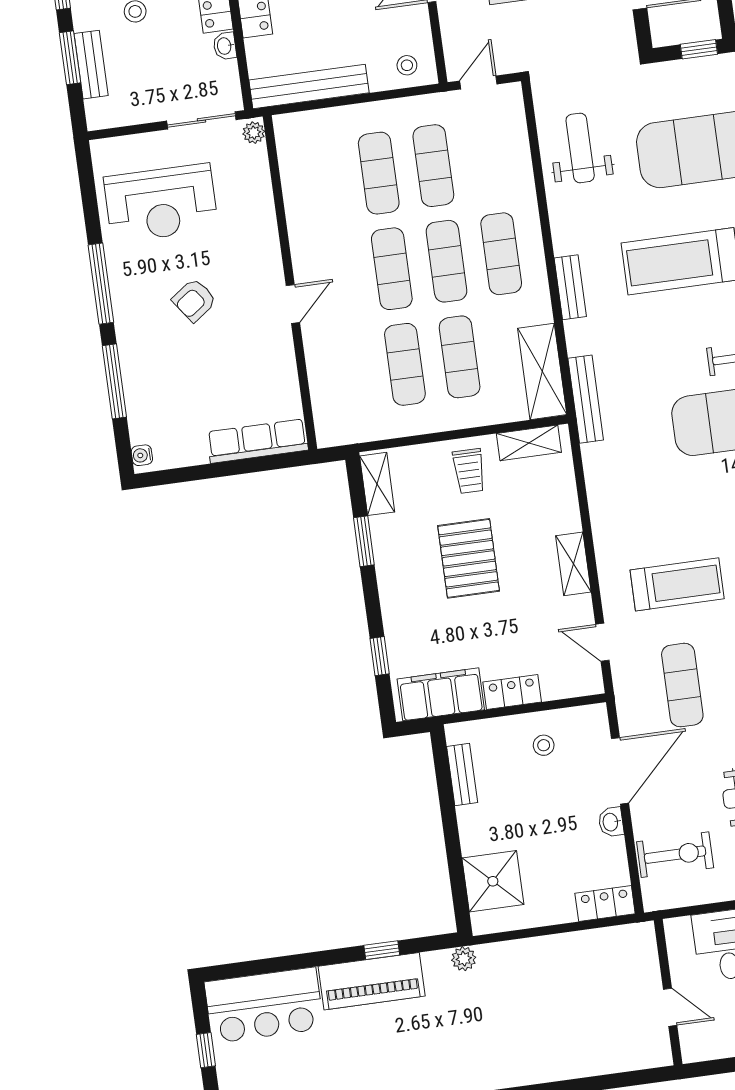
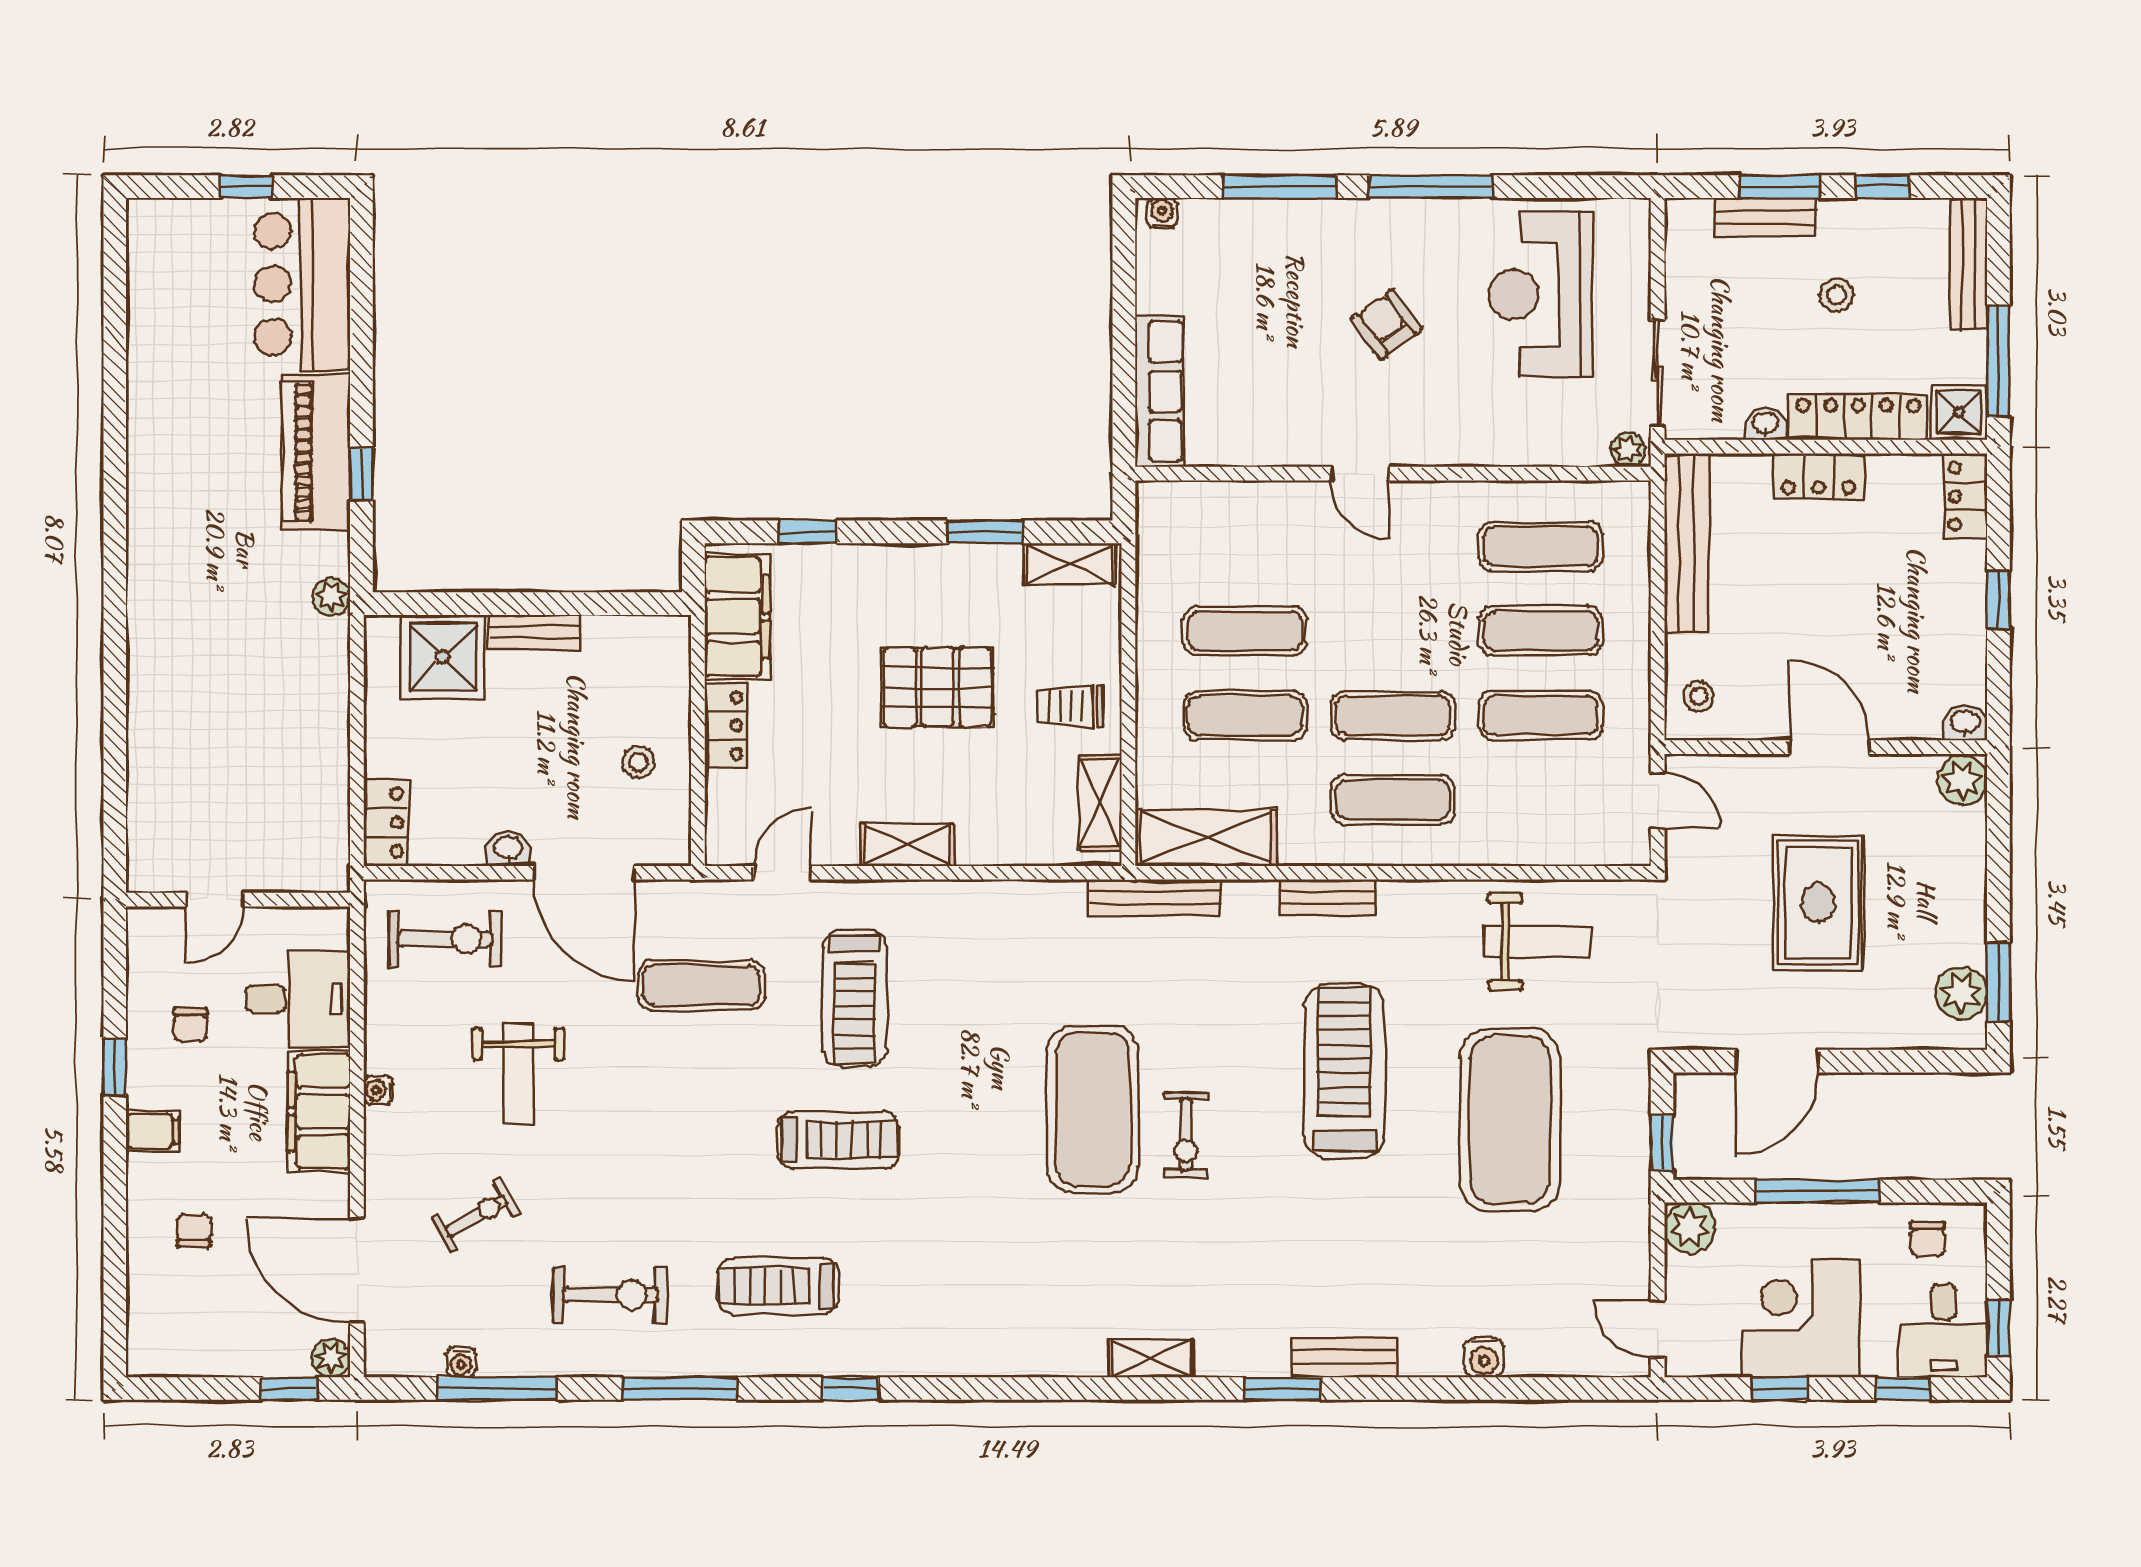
exercise mat: (392, 269) -> (1541, 546), moved
bench: (462, 775) -> (534, 632), moved
exercise bike: (675, 855) -> (445, 939), turned -90

